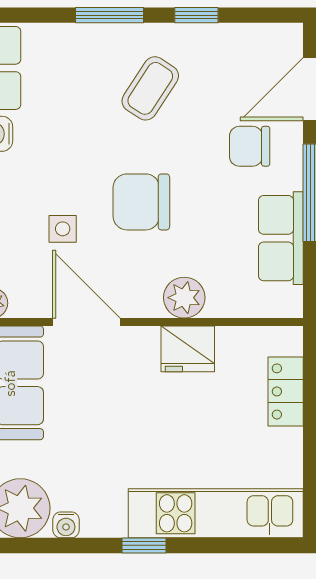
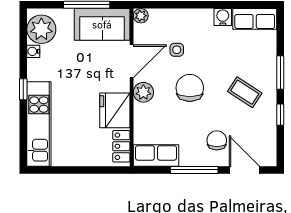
row of seats: (281, 238) -> (156, 156), moved
plant: (184, 298) -> (143, 92), moved
fridge: (188, 349) -> (115, 110), width x1.36, depth x1.34
locker: (286, 391) -> (121, 146), moved, turned -90

